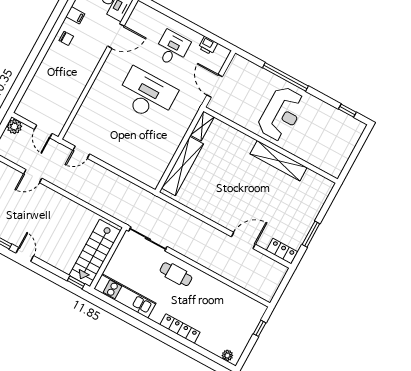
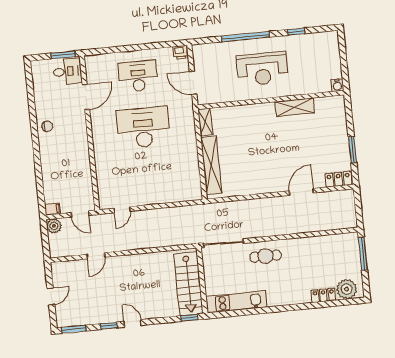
filing cabinet: (75, 15) -> (52, 209), moved
printer: (208, 46) -> (181, 53), moved
desk: (172, 48) -> (138, 76), width x1.37
window: (347, 111) -> (296, 32), moved
reception desk: (281, 114) -> (262, 69), turned 90
shelving: (279, 161) -> (295, 107), width x0.68
water cooler: (335, 171) -> (337, 85), added
window: (260, 328) -> (363, 254), width x2.17
locker: (180, 329) -> (323, 295), moved, width x0.66
plant: (227, 355) -> (347, 289), width x1.87, depth x1.87

